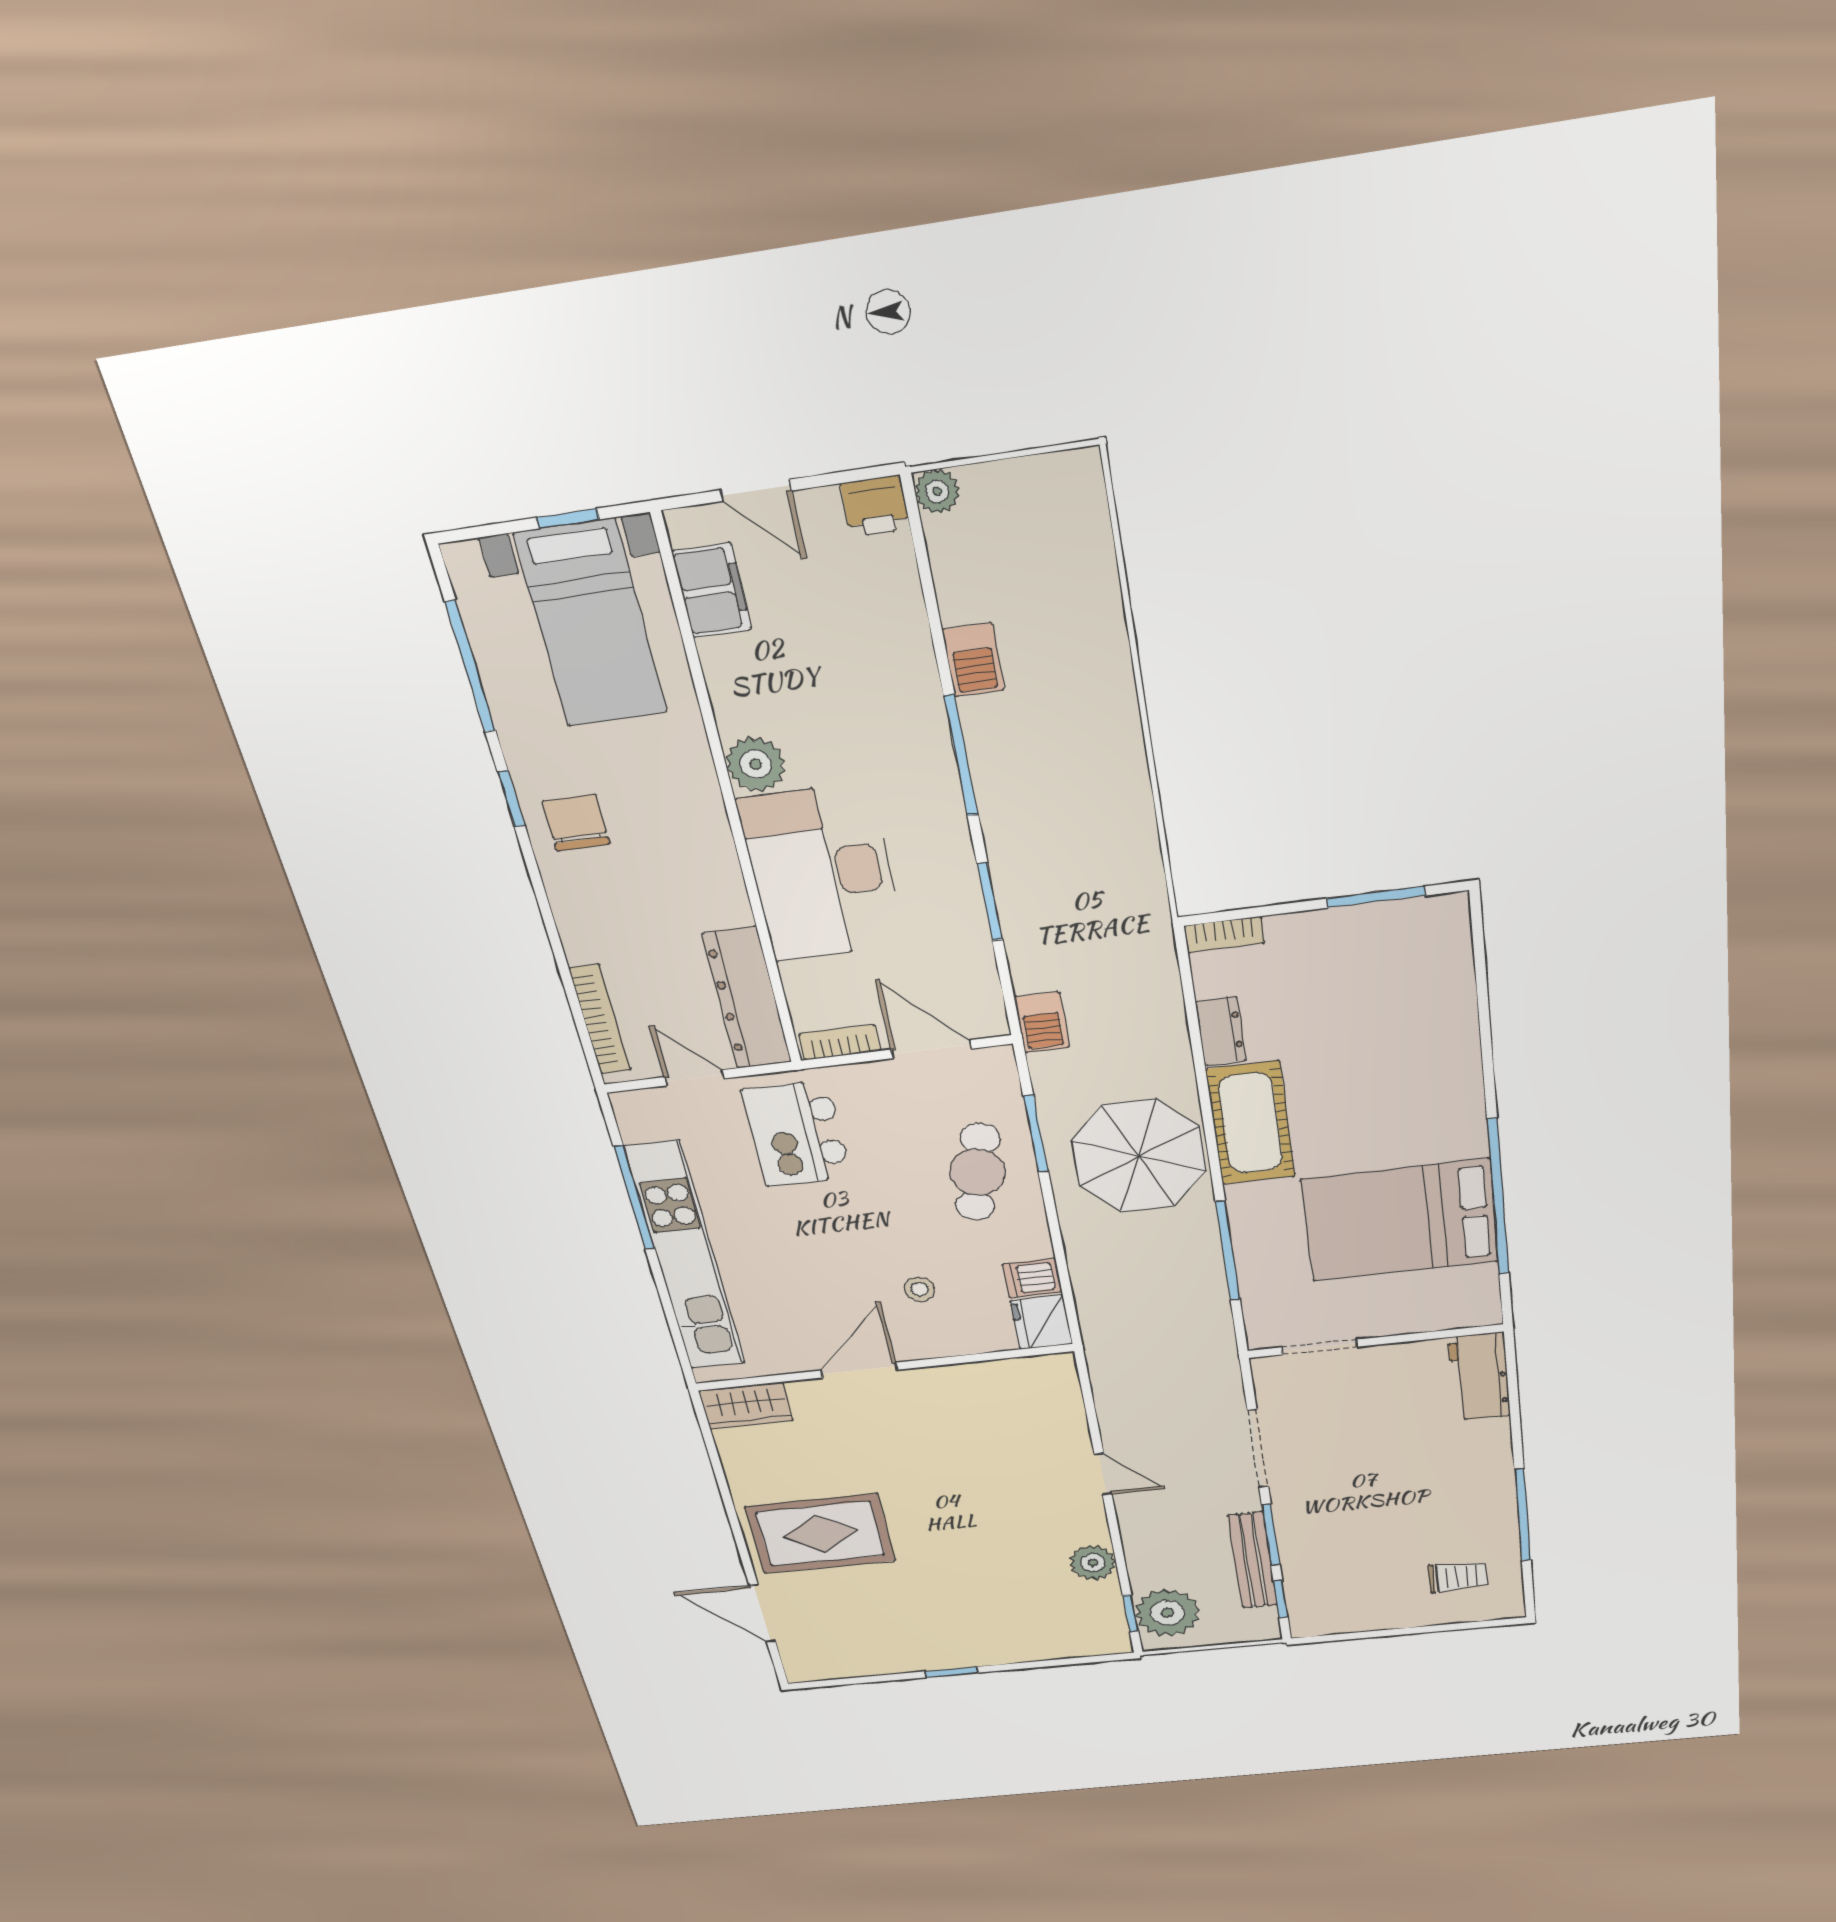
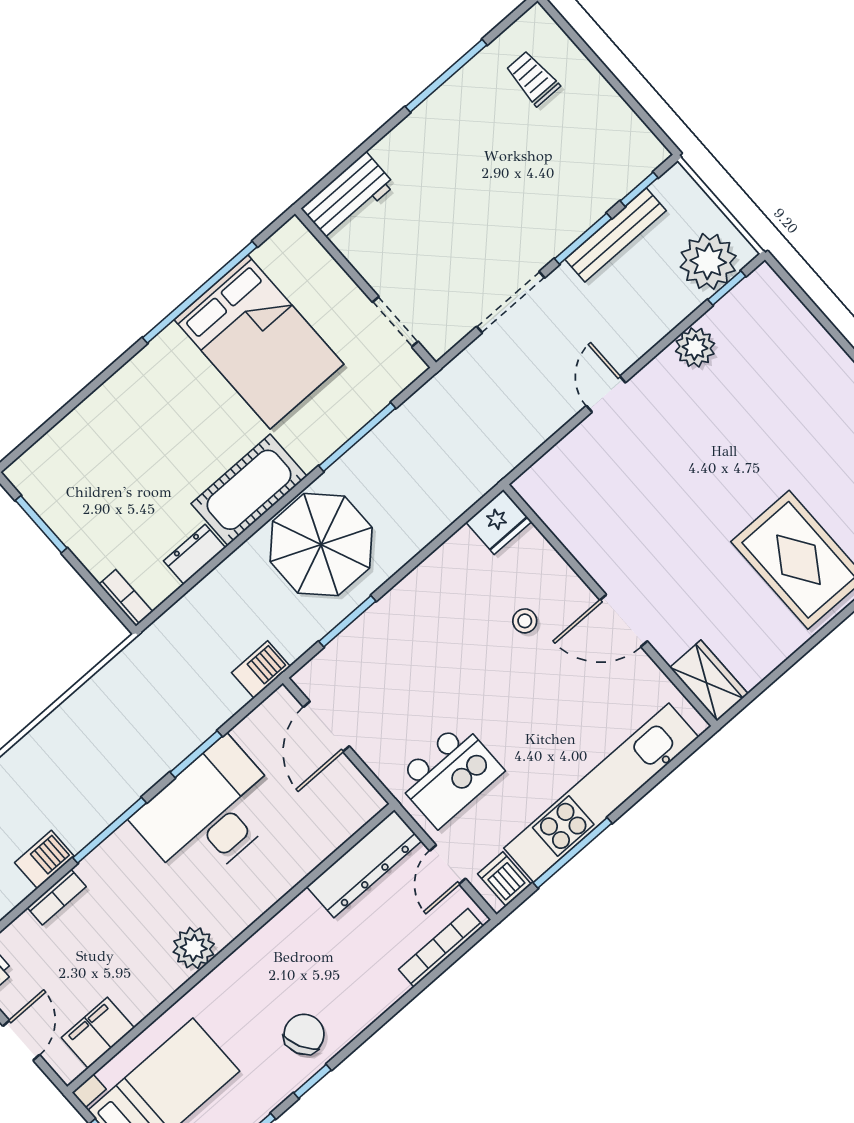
chair: (576, 823) -> (304, 1034), turned 153
desk: (822, 873) -> (210, 813), moved, turned 180
bookcase: (839, 1042) -> (57, 897), moved, turned -90
cafe table: (978, 1172) -> (402, 640), removed
dishwasher: (1032, 1278) -> (504, 879), moved, turned 180

